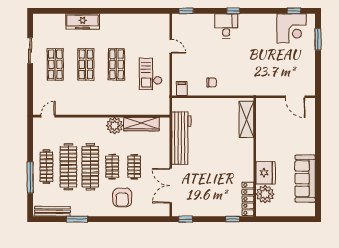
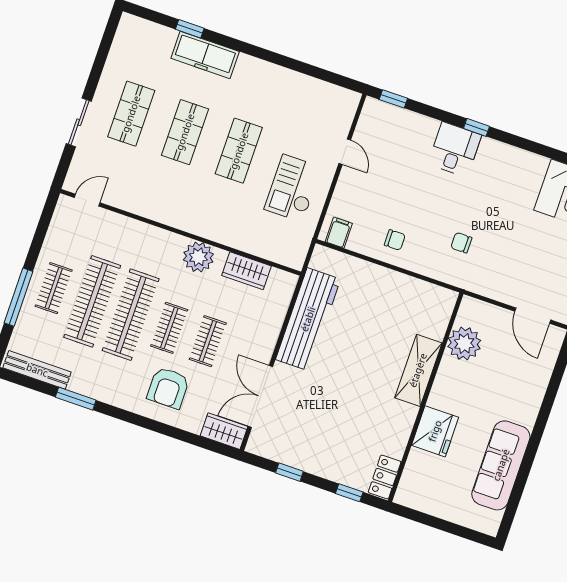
window: (70, 11) -> (190, 29), added
sliding door: (30, 51) -> (79, 122), moved
chair: (246, 72) -> (461, 243), added
shelving: (246, 120) -> (418, 370), moved
wardrobe: (142, 124) -> (247, 271), width x0.67
clothes rail: (46, 167) -> (54, 288), width x0.73
plant: (265, 194) -> (464, 343), moved
locker: (248, 199) -> (385, 477), width x0.66
wardrobe: (158, 210) -> (224, 431), added
window: (186, 219) -> (289, 472), moved

